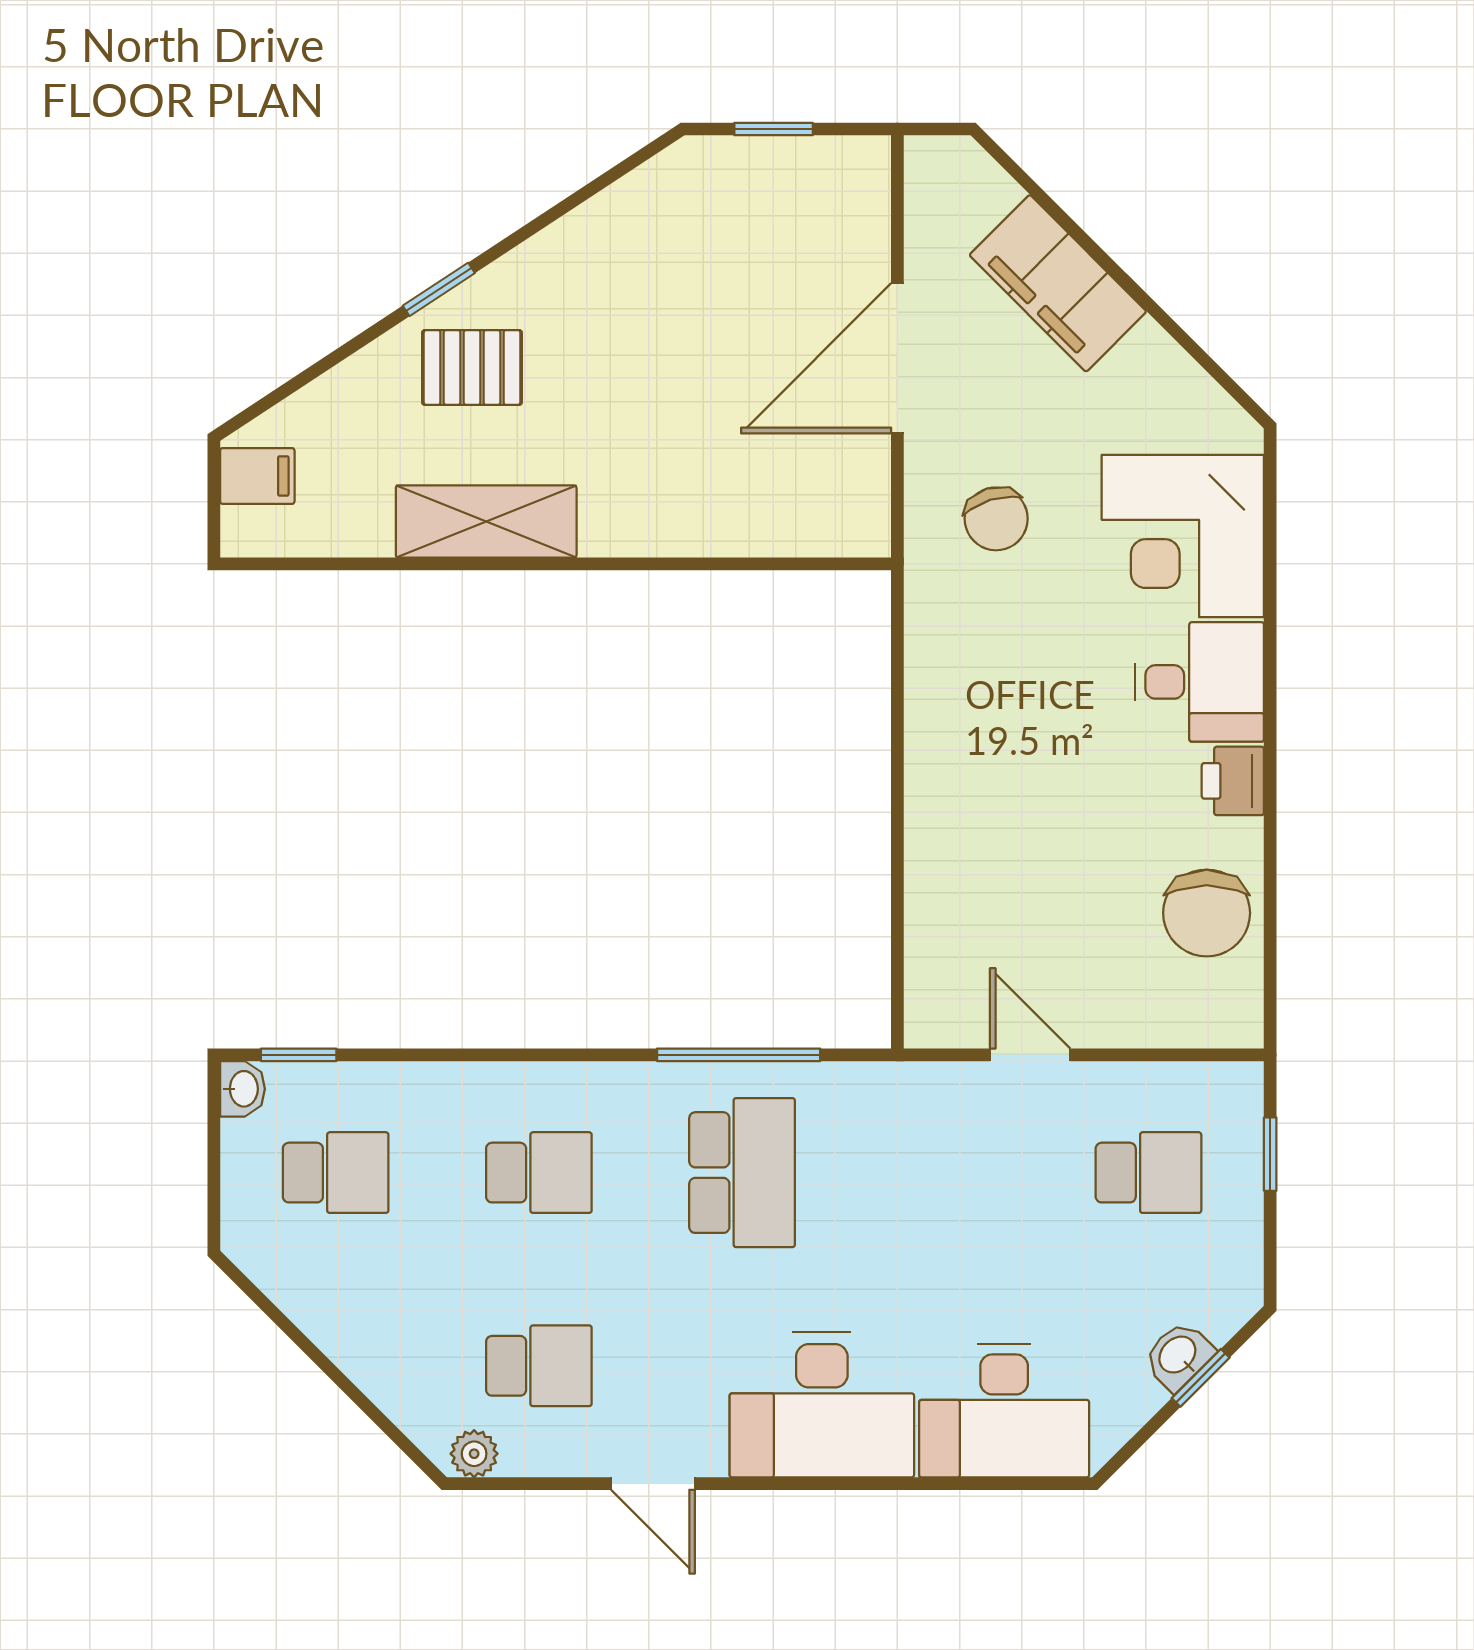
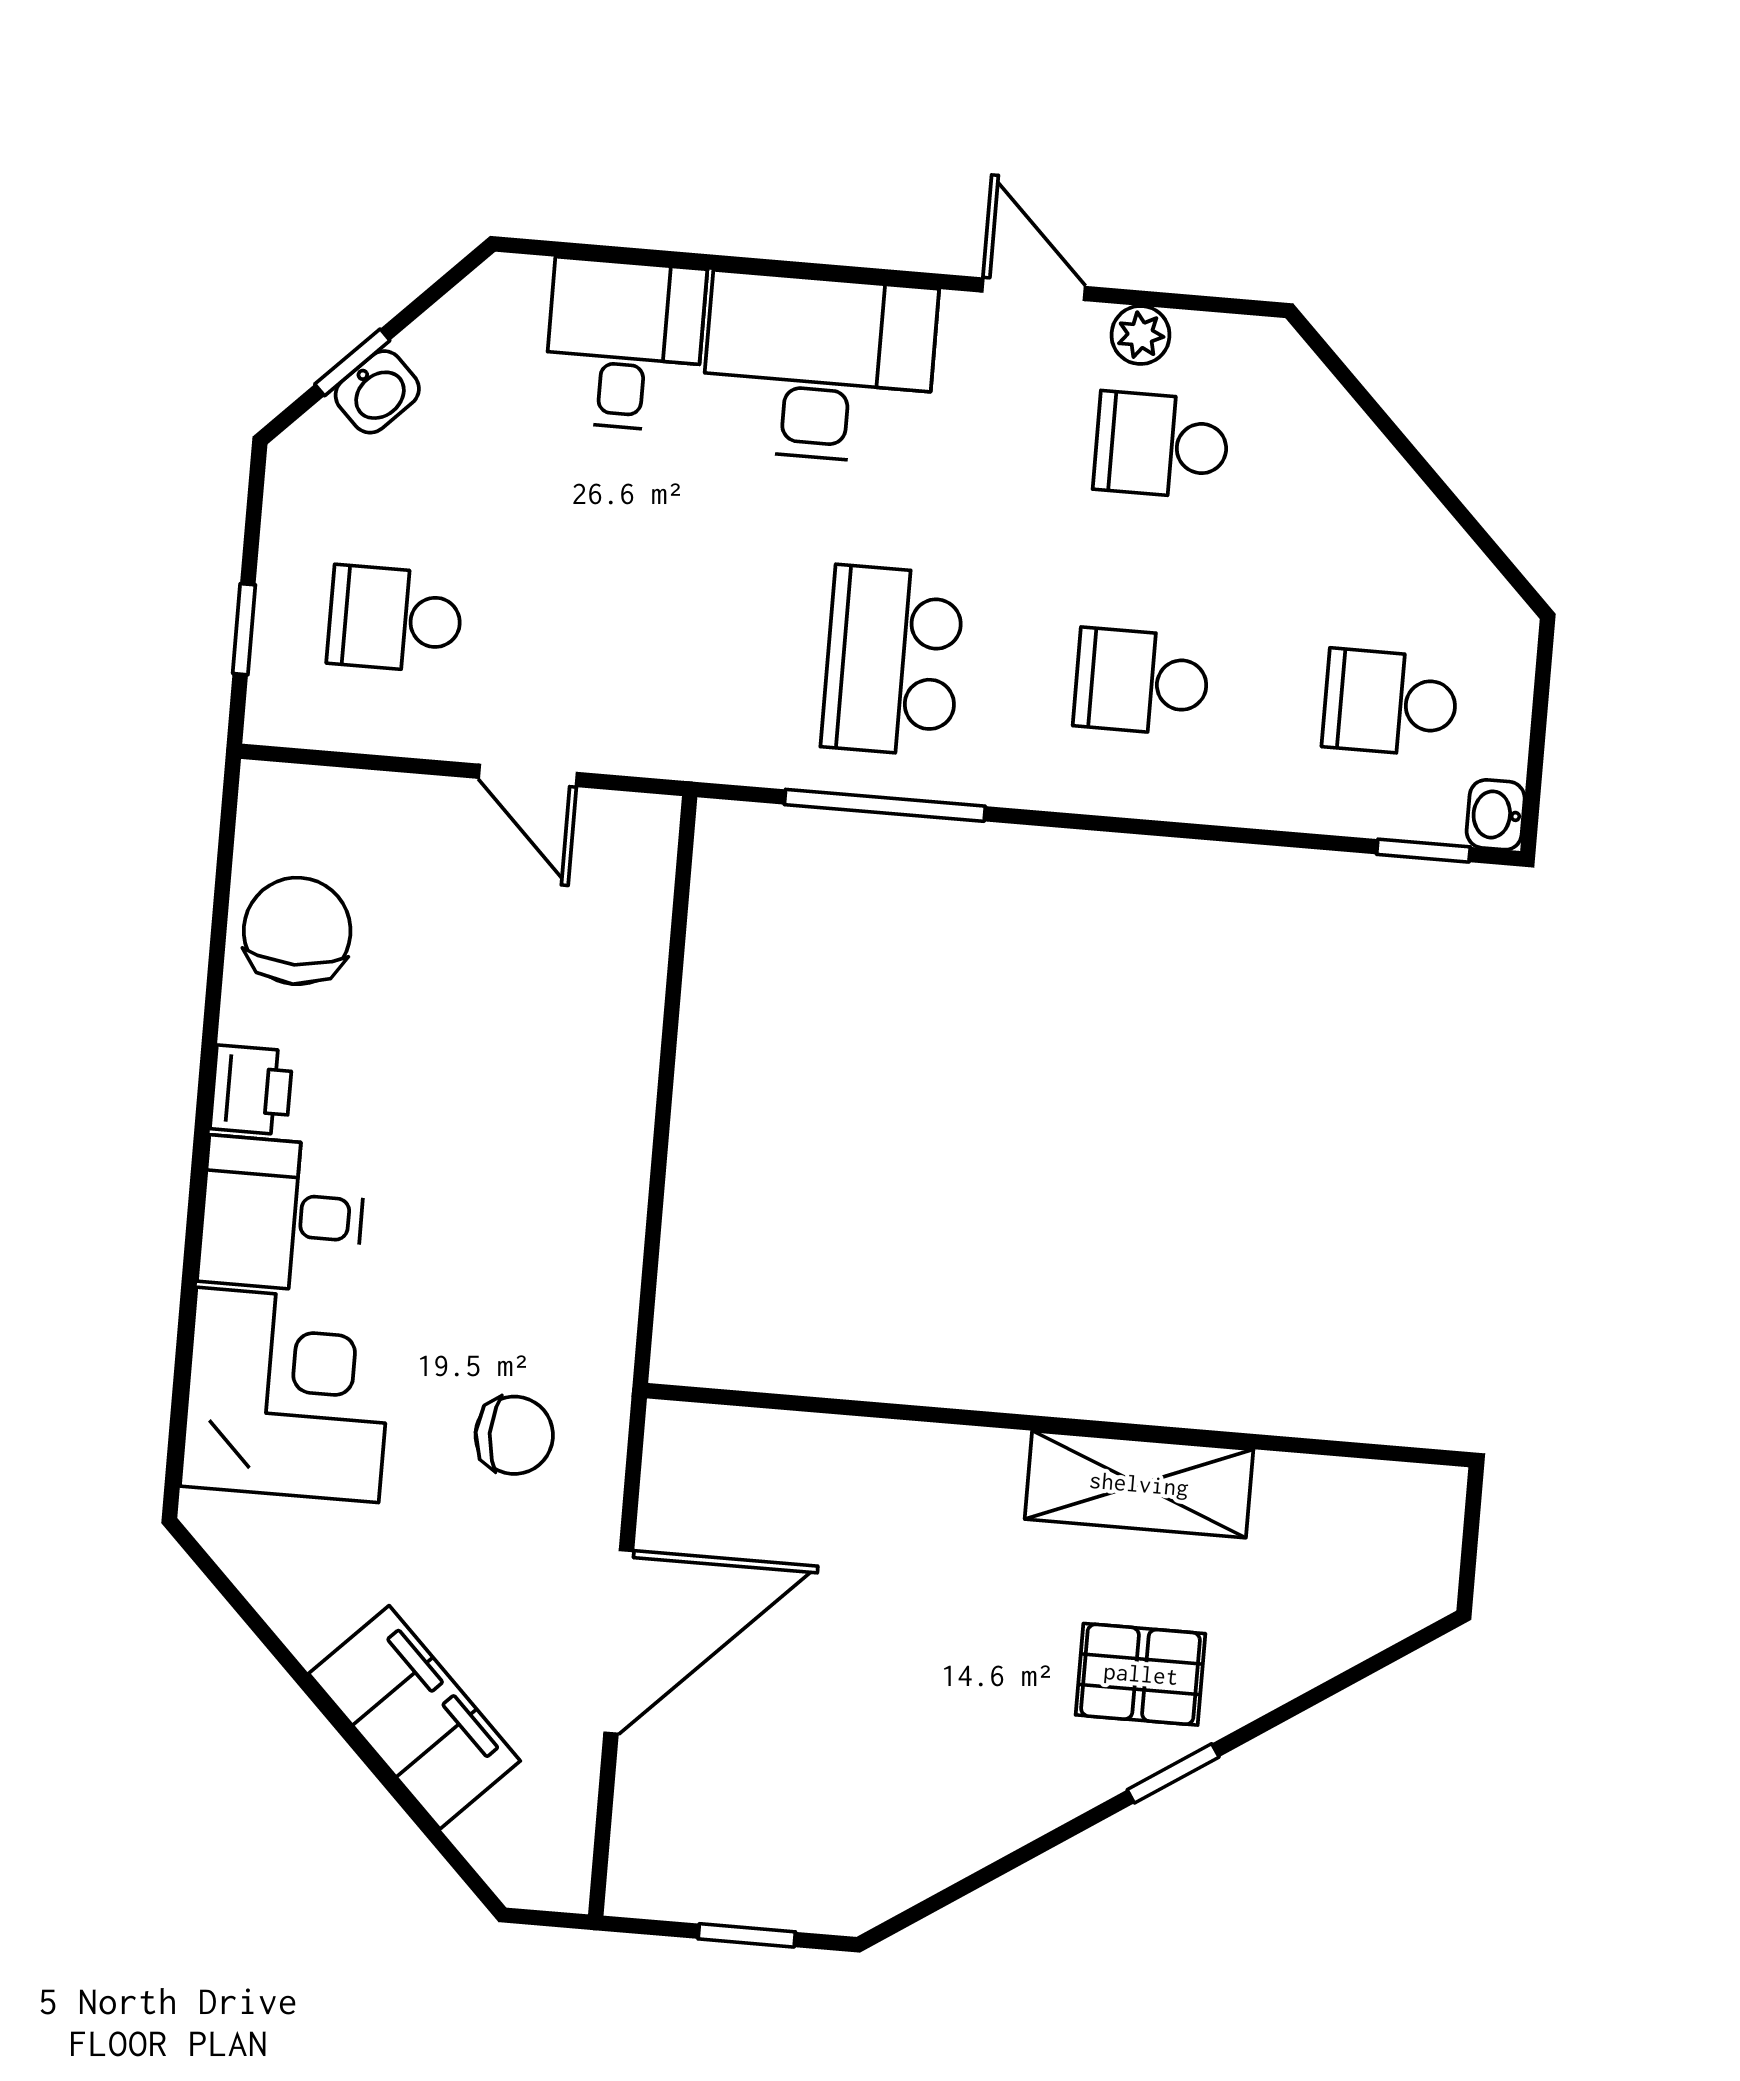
filing cabinet: (257, 476) -> (1415, 1564), removed
chair: (996, 519) -> (514, 1435), turned 107
desk: (1004, 1411) -> (624, 345), width x0.73
plant: (474, 1454) -> (1141, 335), moved

